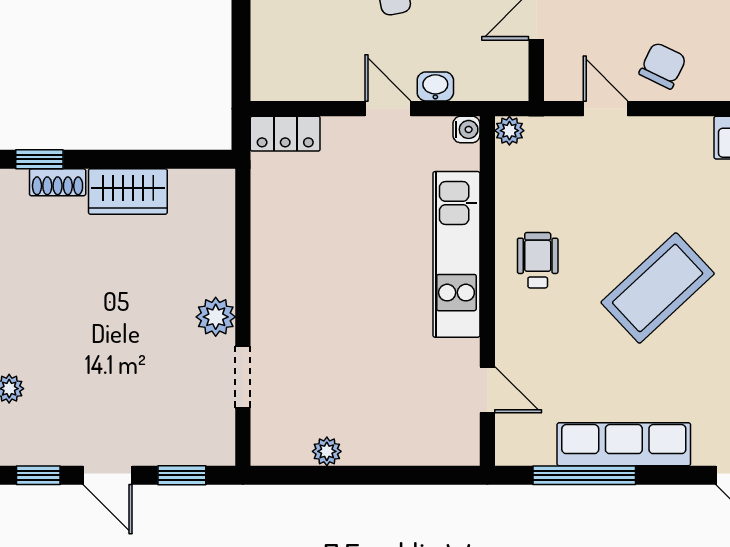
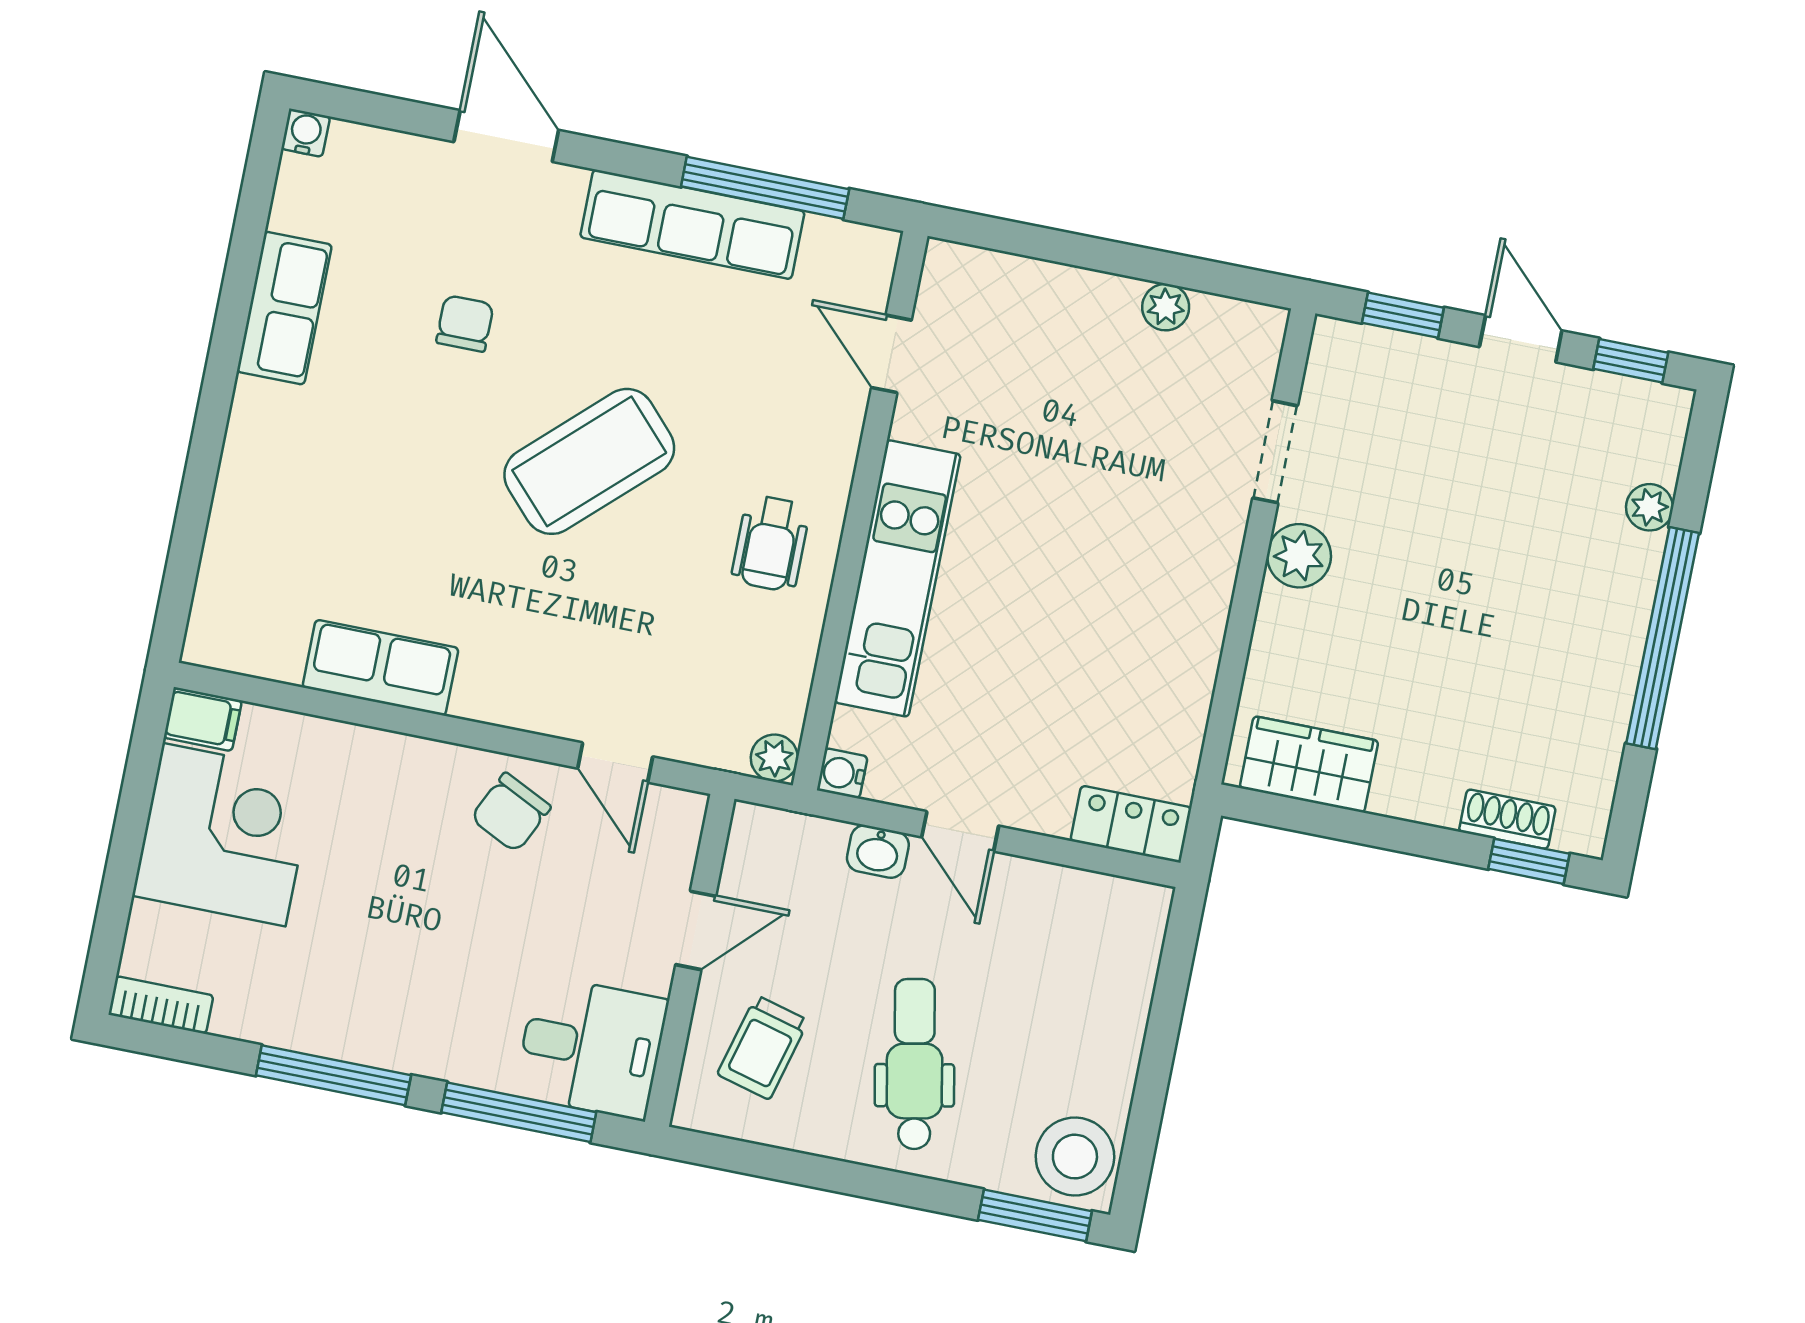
wardrobe: (128, 192) -> (1309, 764), moved

